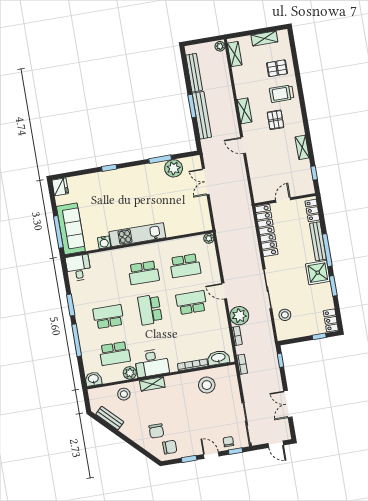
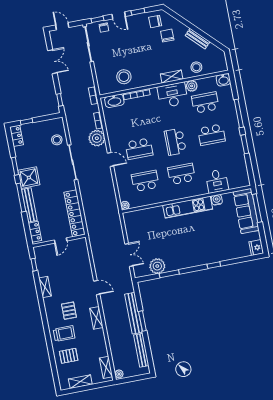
desk: (78, 268) -> (217, 181), moved
school desk: (150, 310) -> (175, 142), turned 180
bench: (110, 418) -> (198, 39), moved

